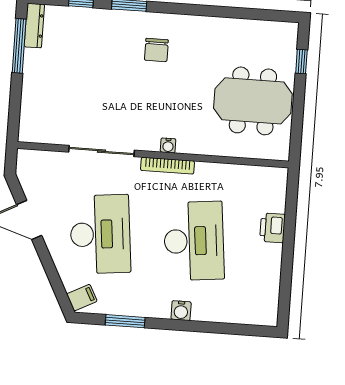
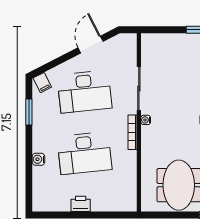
water cooler: (168, 145) -> (146, 120), moved
printer: (272, 228) -> (81, 204), moved
water cooler: (181, 311) -> (38, 159), moved

